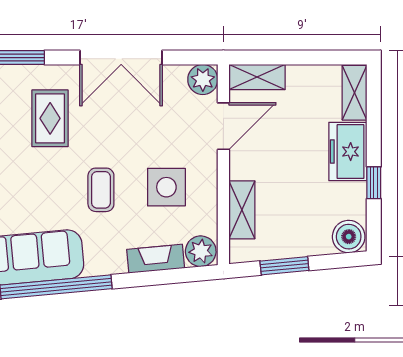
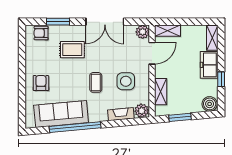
rug: (50, 118) -> (72, 50), turned 90

